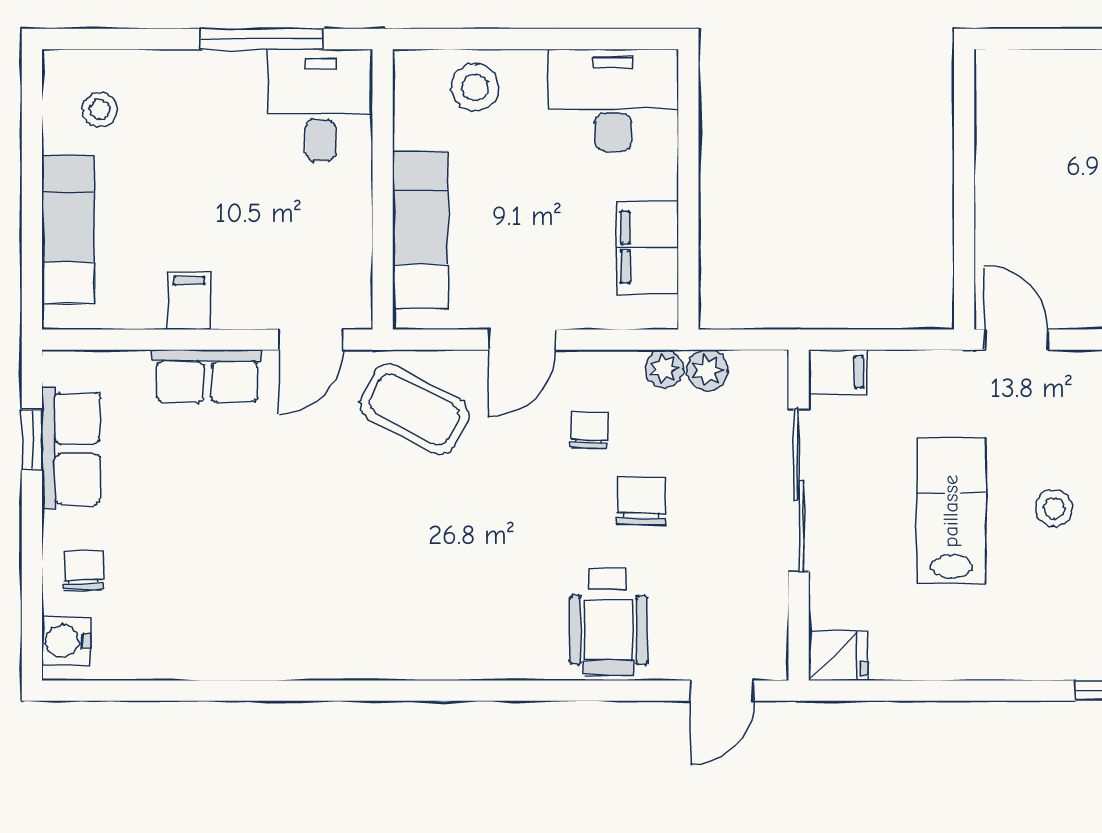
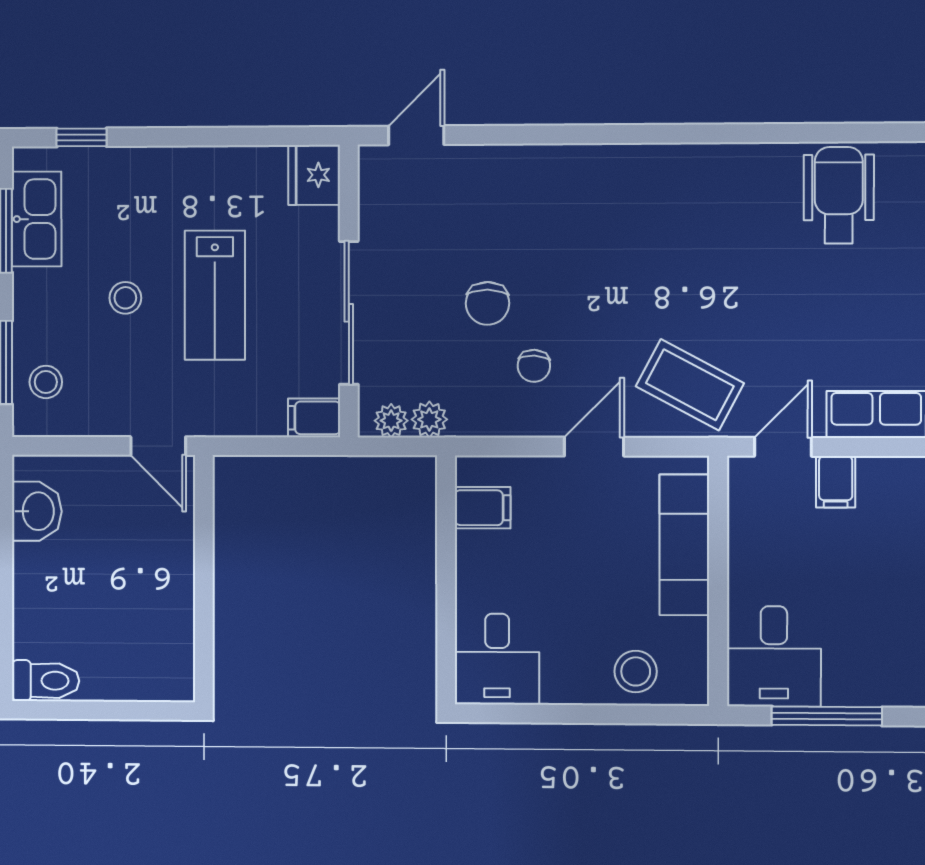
desk: (613, 100) -> (497, 659), width x0.73
filing cabinet: (647, 247) -> (483, 508), width x0.50
filing cabinet: (189, 301) -> (836, 482), moved
plant: (664, 369) -> (391, 421), moved
wheelchair: (609, 621) -> (839, 195), moved
fridge: (838, 656) -> (314, 175), width x1.38

